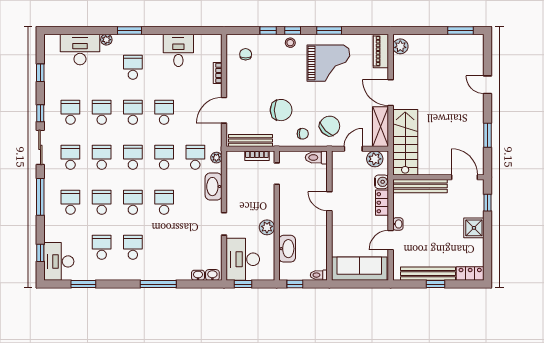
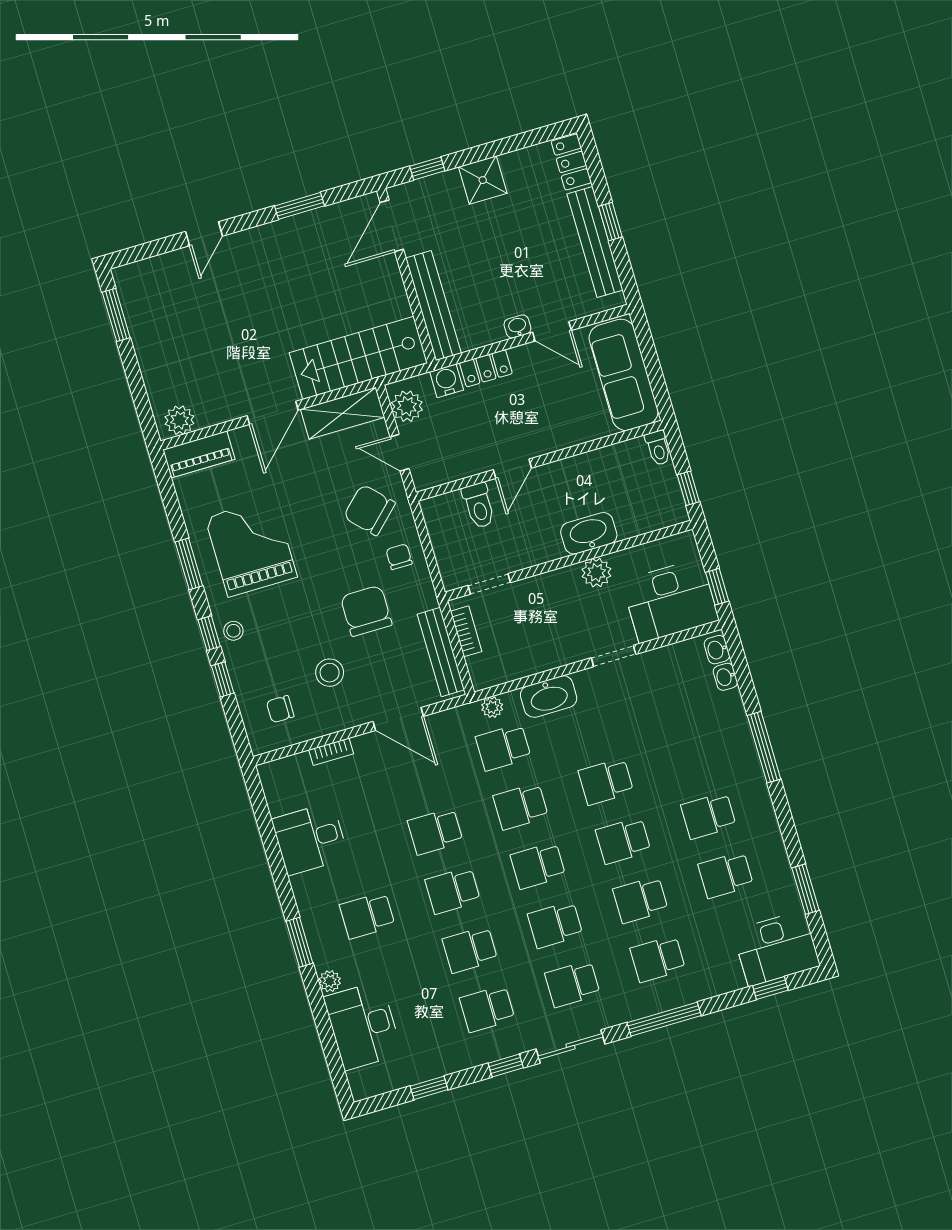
stool: (256, 83) -> (330, 673), added
toilet: (316, 157) -> (479, 505), moved
washbasin: (287, 249) -> (589, 533), moved

